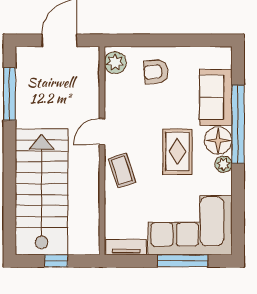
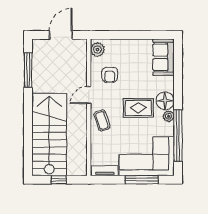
armchair: (156, 72) -> (110, 75), moved, turned -85
sofa: (216, 97) -> (163, 57), moved
window: (238, 124) -> (178, 136), moved
rug: (177, 152) -> (138, 108), turned 90

